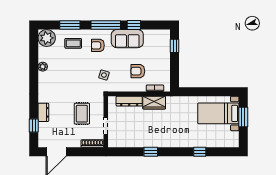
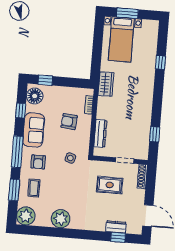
window: (134, 25) -> (21, 111), moved
floor lamp: (159, 37) -> (35, 96), added
plant: (43, 67) -> (61, 219), width x1.88, depth x1.88
armchair: (138, 71) -> (69, 122), turned 95
wardrobe: (154, 103) -> (106, 84), moved
dresser: (43, 112) -> (116, 227), moved
window: (151, 152) -> (155, 134), moved

